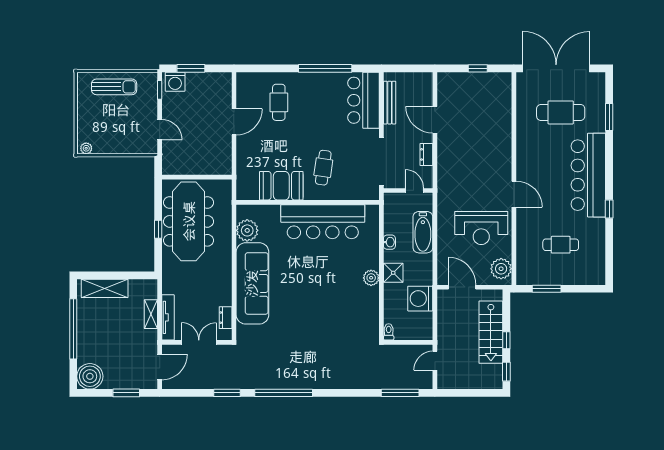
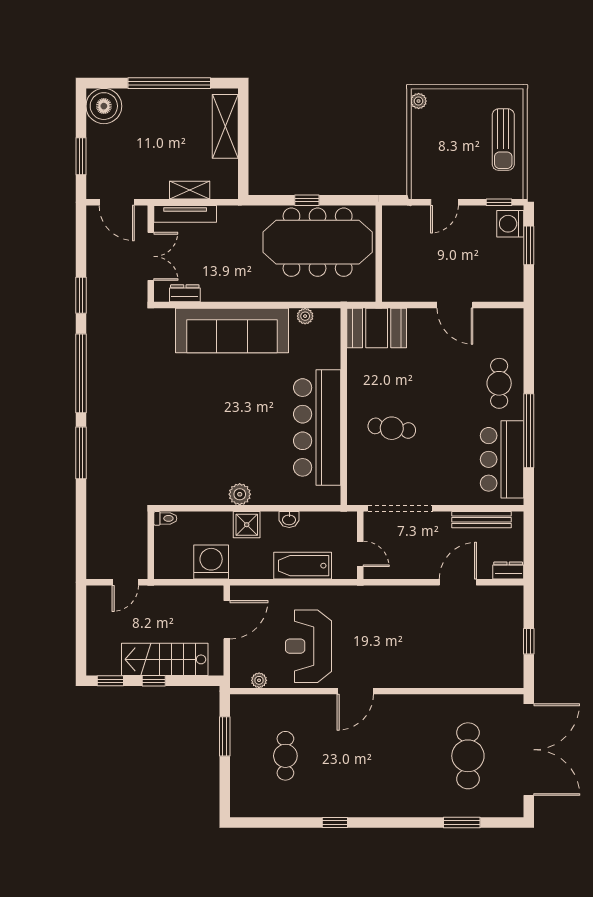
bar counter: (363, 100) -> (502, 459), moved, turned -90
cafe table: (279, 102) -> (499, 383), moved, turned 90
dresser: (426, 154) -> (508, 571), moved
bar counter: (588, 175) -> (381, 794), removed
booth: (281, 186) -> (377, 328), moved, turned 90
door: (414, 190) -> (360, 554), hinge flipped
plant: (247, 230) -> (305, 316), width x0.53, depth x0.53
plant: (501, 269) -> (259, 680), width x0.53, depth x0.53
door: (435, 361) -> (125, 582), swing flipped
window: (400, 393) -> (81, 453), moved

